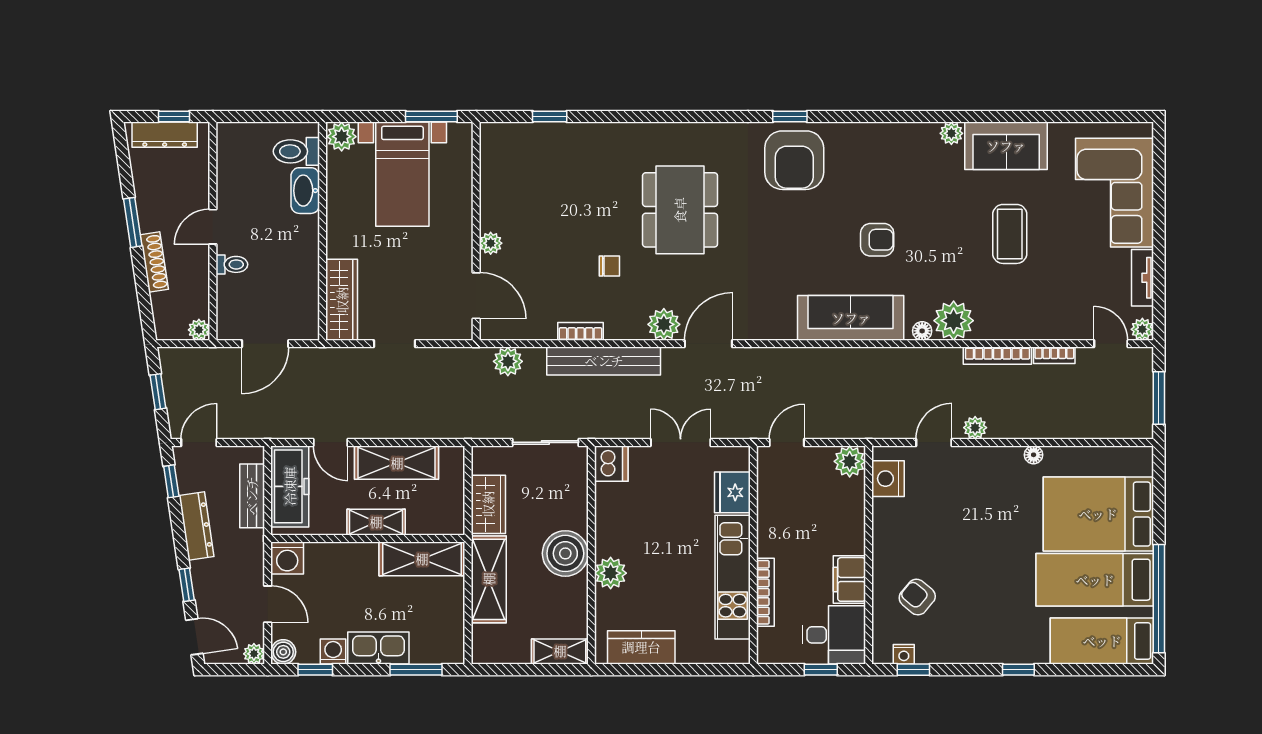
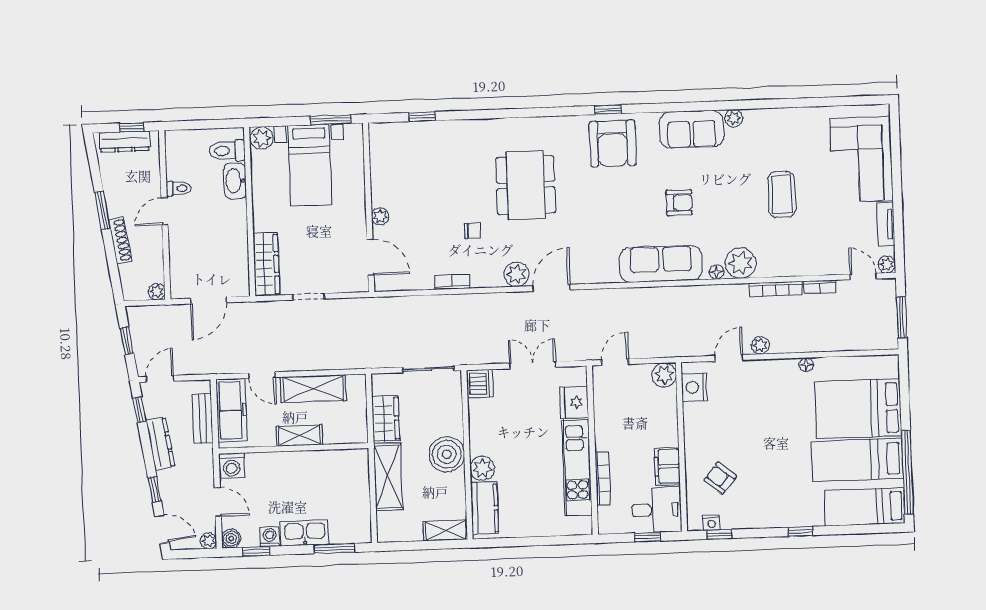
sofa: (1006, 146) -> (692, 129), moved
toilet: (232, 264) -> (178, 189), moved
plant: (508, 361) -> (397, 307), removed
bench: (604, 361) -> (471, 304), removed
shelving: (422, 559) -> (336, 463), removed
kitchen counter: (641, 647) -> (484, 508), moved, turned 90

